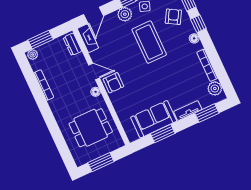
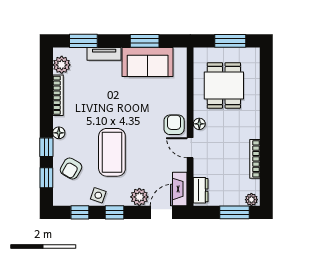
plant: (125, 14) -> (139, 197), moved
dining table: (91, 128) -> (224, 85), turned 90

